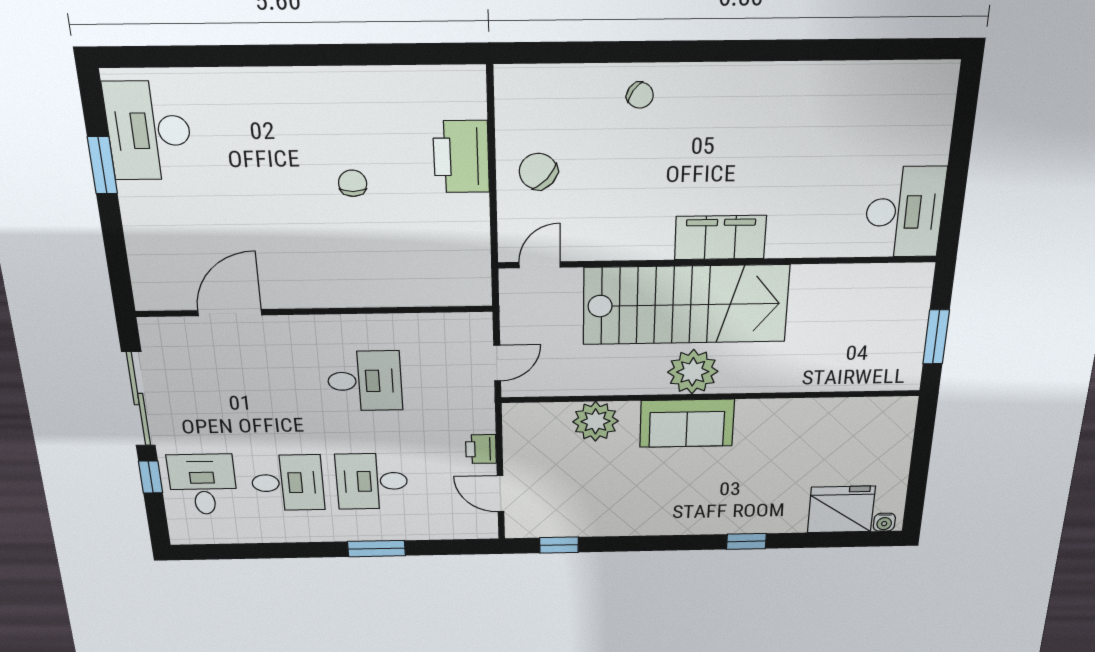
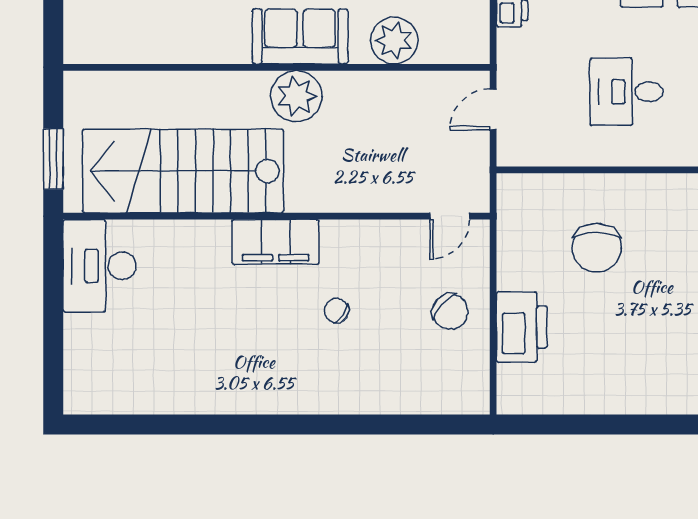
chair: (640, 95) -> (337, 311), moved
chair: (353, 183) -> (597, 248), moved, width x1.87, depth x1.87
stairs: (686, 305) -> (183, 171), moved
window: (936, 337) -> (53, 159), moved

